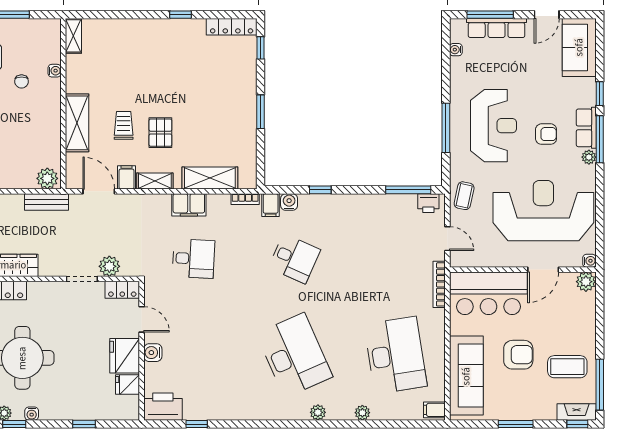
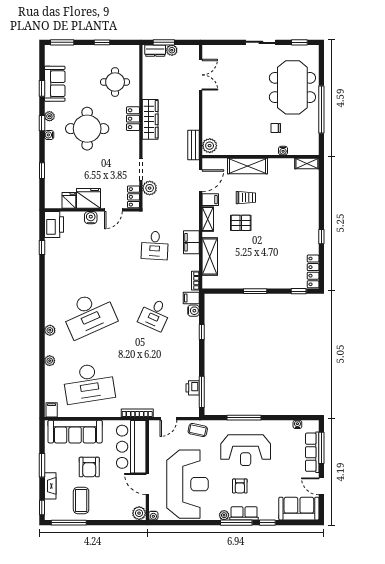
printer: (428, 203) -> (193, 388), moved
fireplace: (577, 412) -> (50, 486), moved

